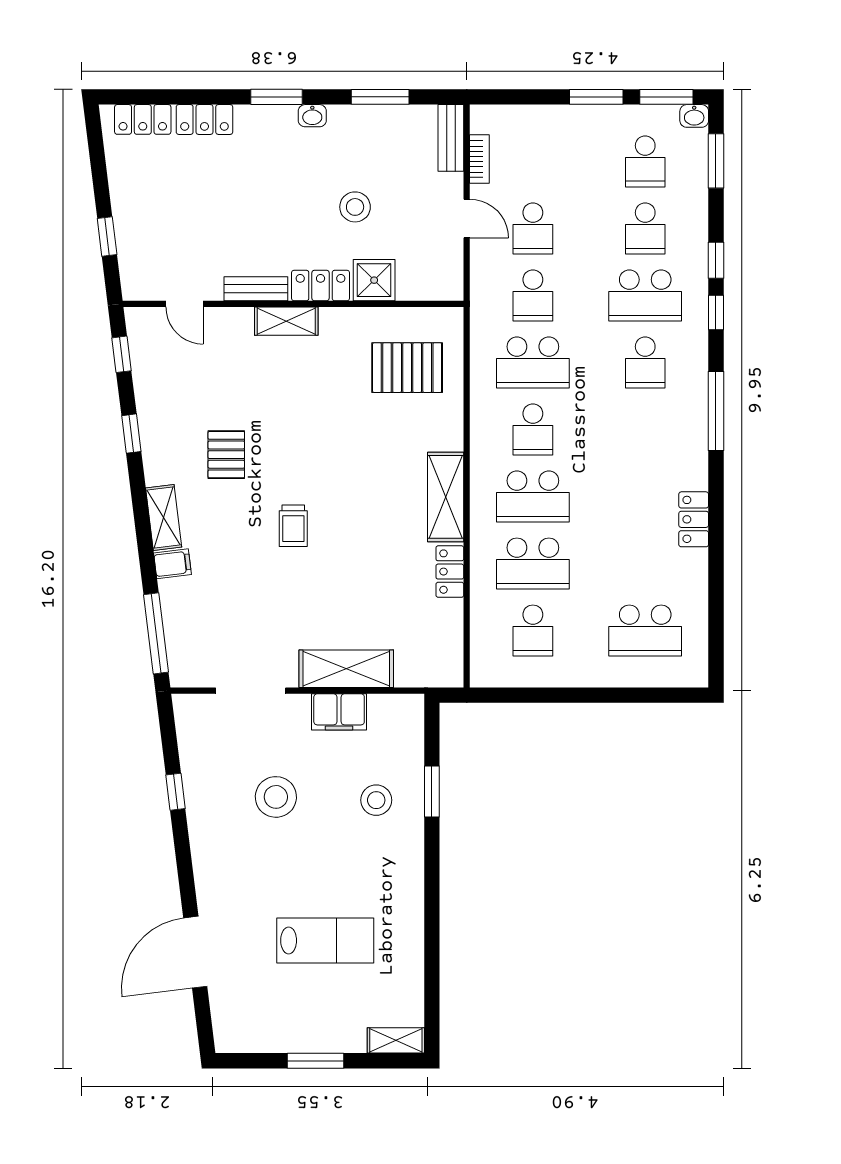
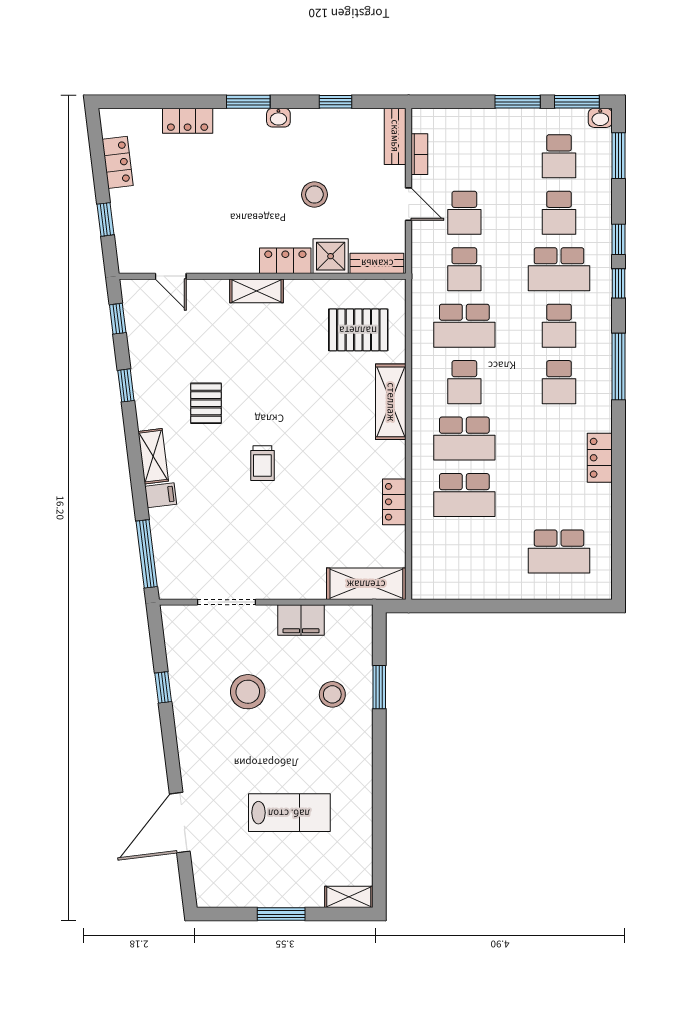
window: (380, 97) -> (336, 102), width x0.67
locker: (143, 119) -> (118, 162), moved, turned -97
bench: (256, 289) -> (377, 263), moved
shelving: (446, 497) -> (391, 402), moved
school desk: (533, 631) -> (559, 382), moved
shelving: (346, 669) -> (366, 584), moved

